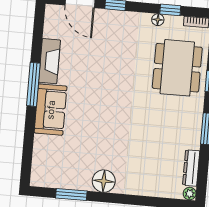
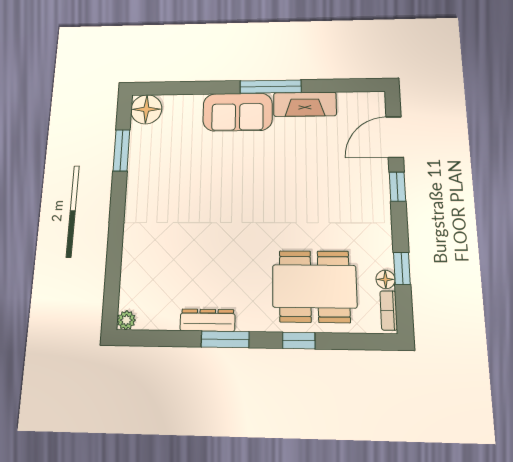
floor lamp: (158, 20) -> (385, 279), moved
dresser: (191, 168) -> (208, 320), moved
floor lamp: (104, 181) -> (146, 109), moved

